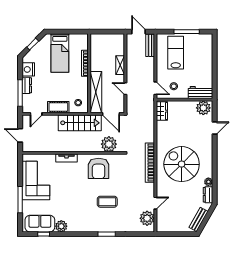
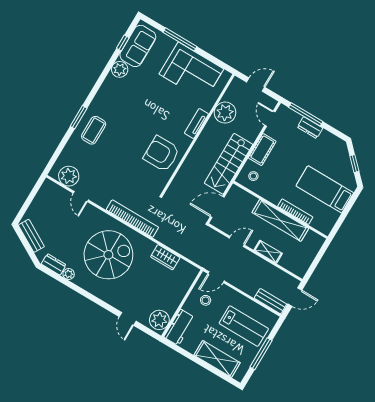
shelving: (206, 57) -> (217, 359), added
nightstand: (28, 69) -> (328, 141), removed
shelving: (96, 92) -> (280, 220), moved
wardrobe: (162, 111) -> (165, 257), moved
plant: (109, 144) -> (225, 113), moved
coffee table: (107, 202) -> (94, 130), moved

